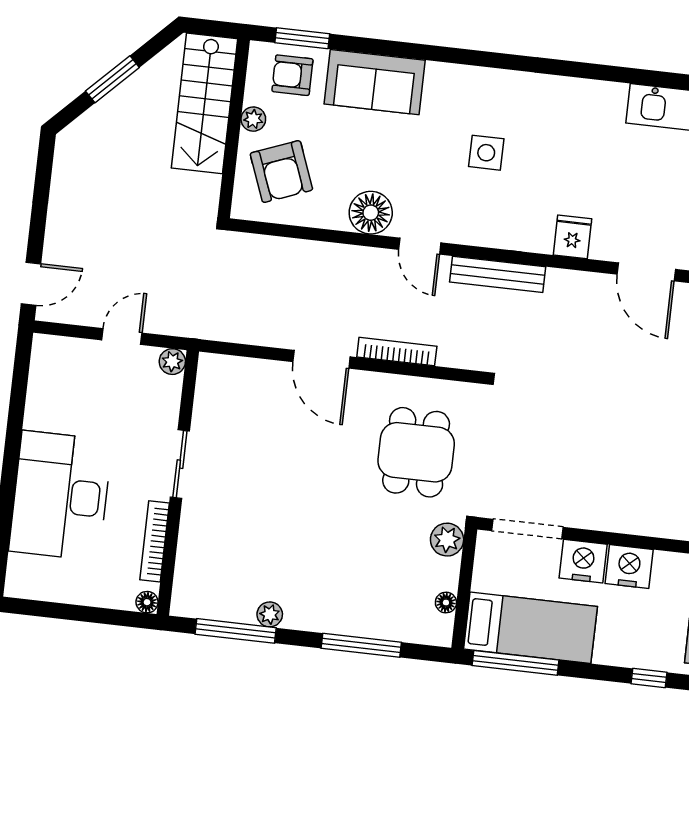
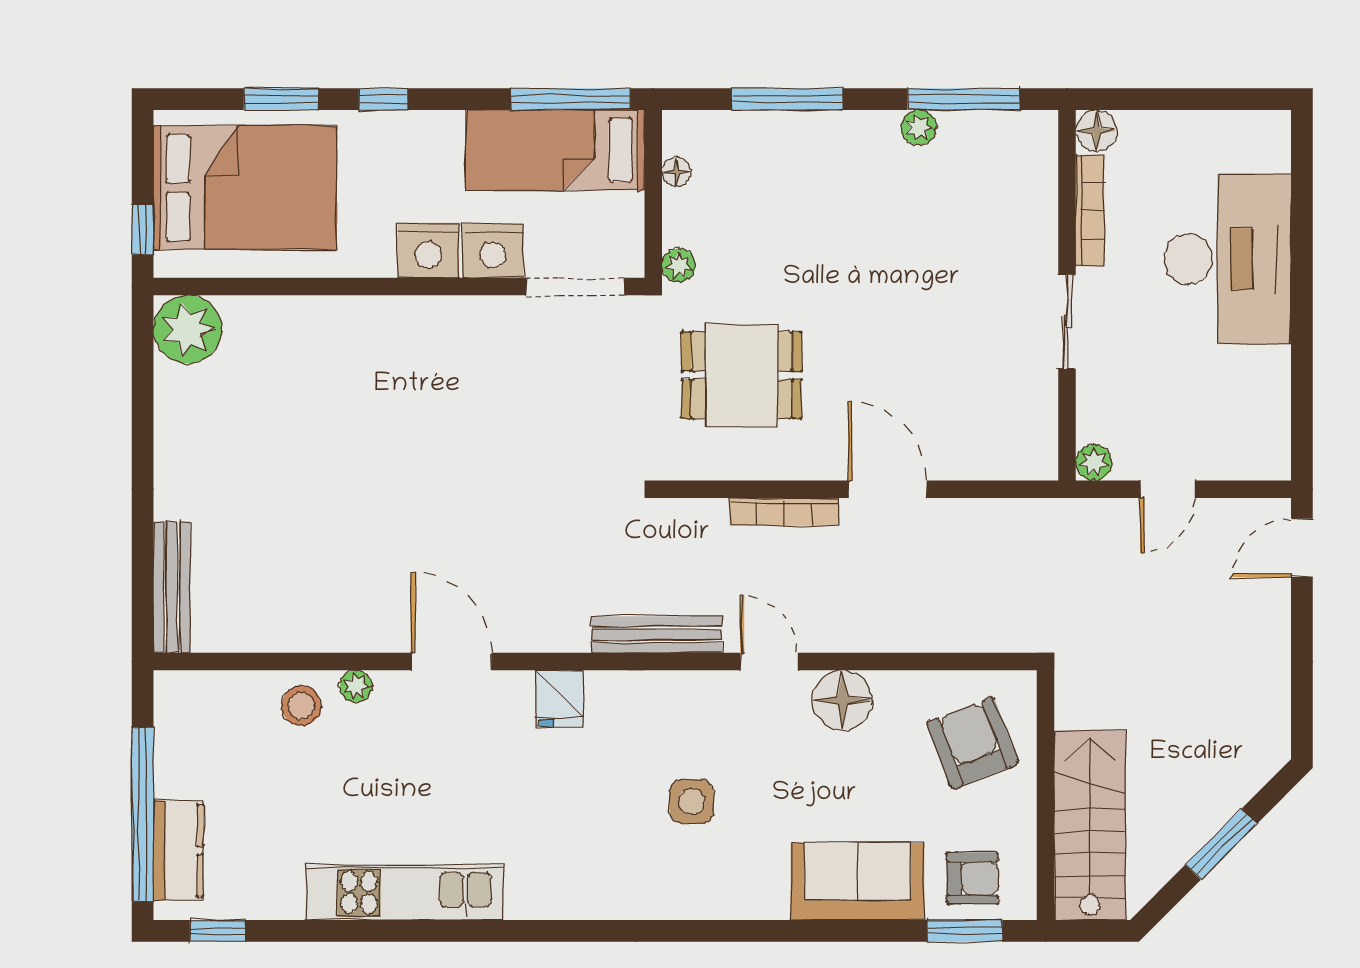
plant: (253, 119) -> (1020, 811), removed
dining table: (416, 452) -> (742, 375), turned 90
plant: (447, 540) -> (679, 265), width x0.73, depth x0.73
floor lamp: (147, 602) -> (1096, 131), width x1.37, depth x1.37

